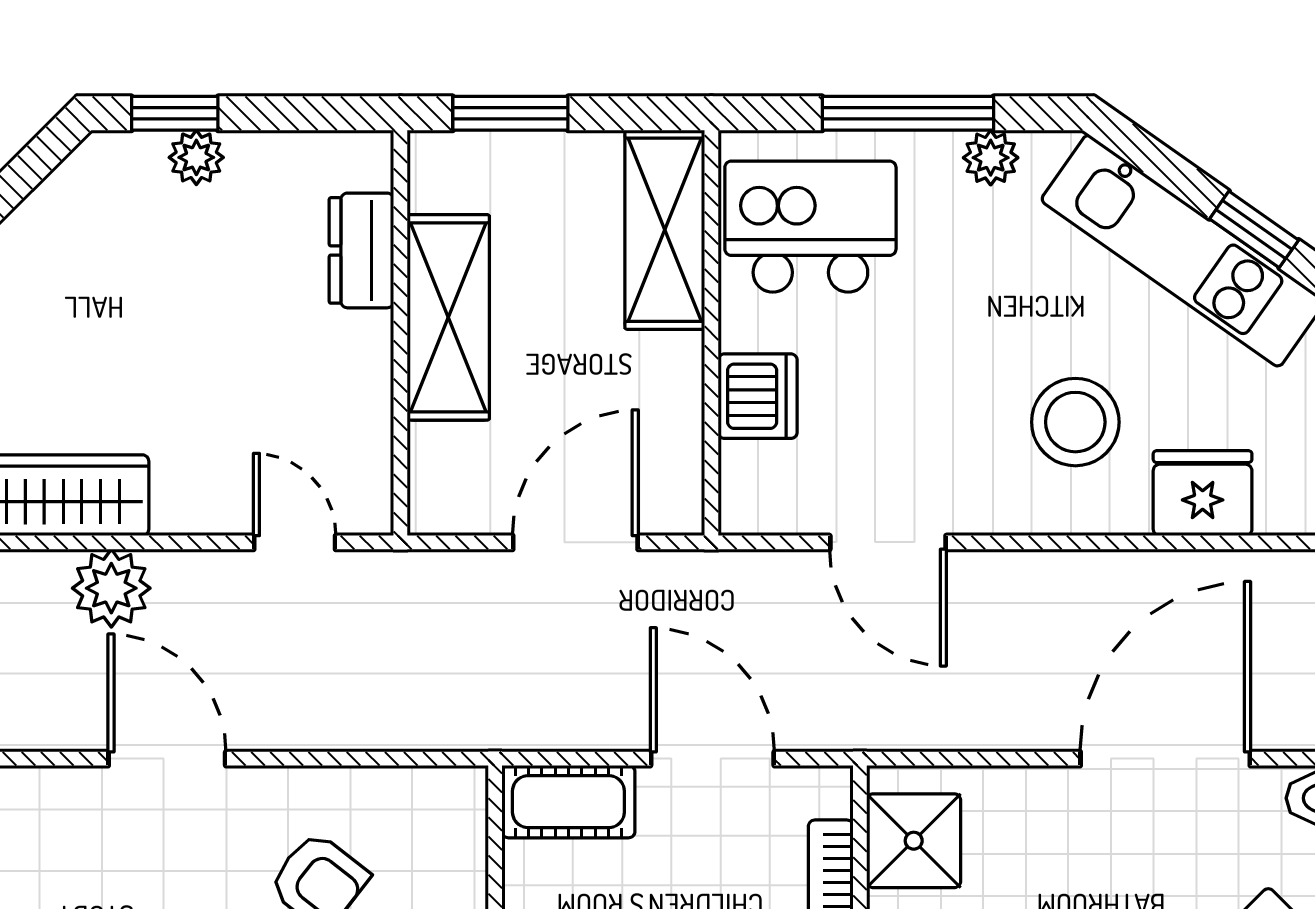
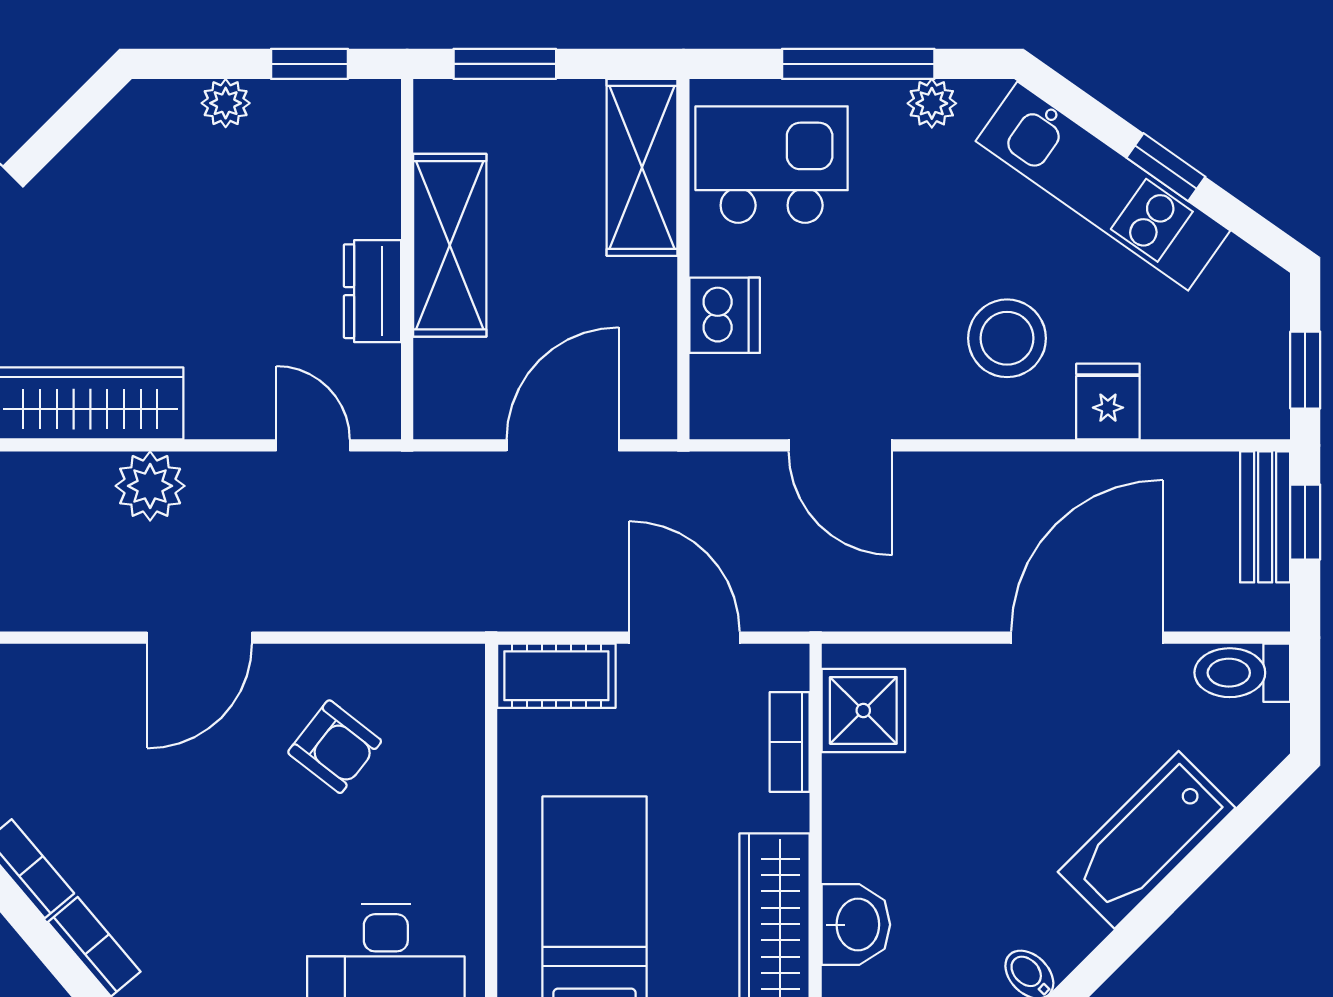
window: (175, 113) -> (309, 64), moved
dresser: (361, 250) -> (372, 291), moved
fridge: (1203, 493) -> (1108, 402), width x0.72
door: (167, 759) -> (200, 638), swing flipped

